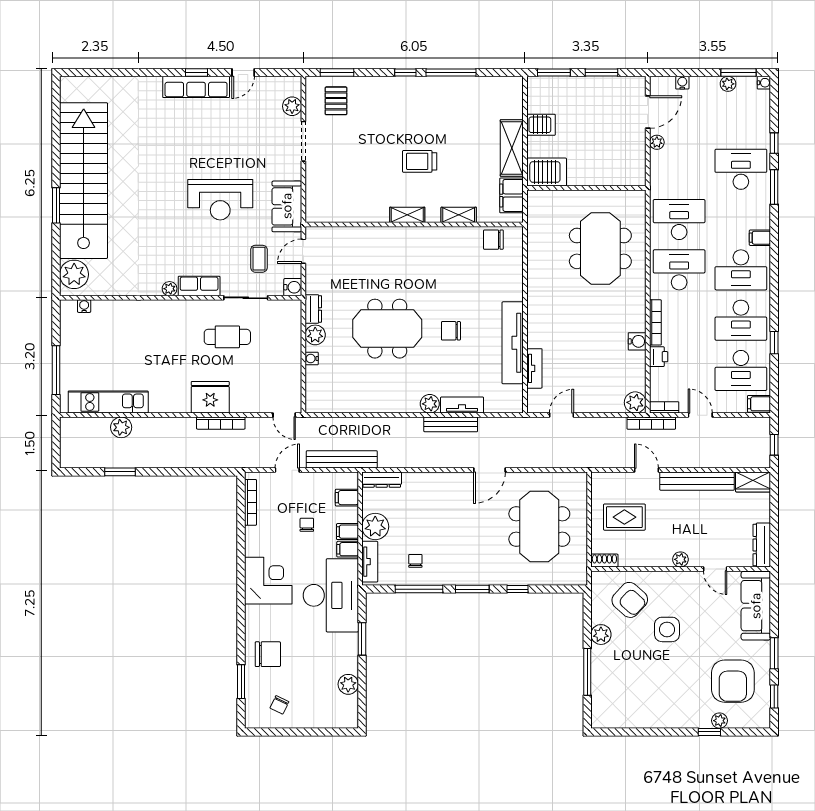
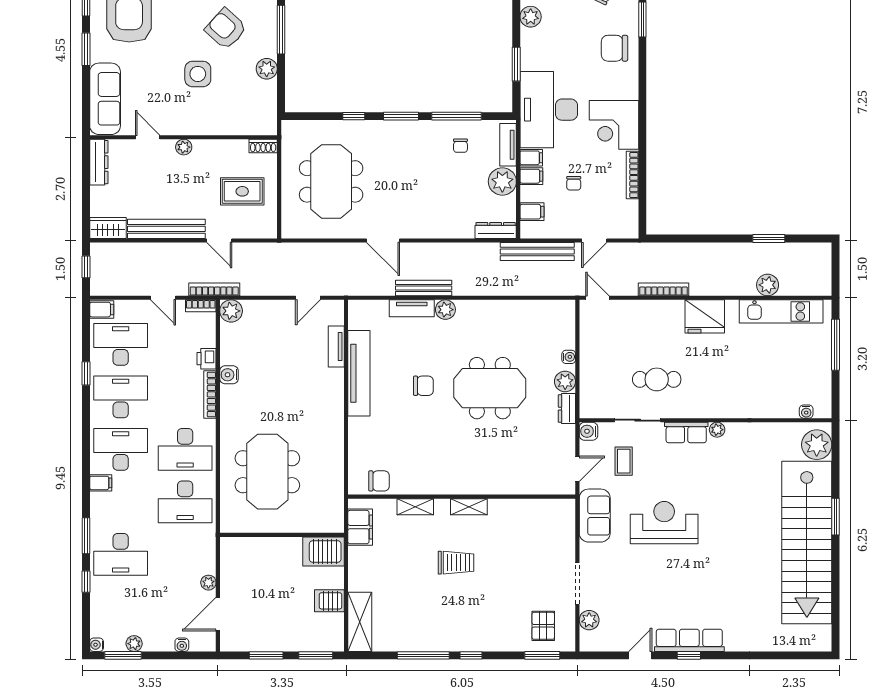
shelving: (512, 148) -> (360, 622), moved
fridge: (210, 397) -> (705, 316), moved
door: (490, 470) -> (383, 240), swing flipped
bookcase: (251, 502) -> (632, 175), moved
armchair: (630, 600) -> (226, 29), moved

